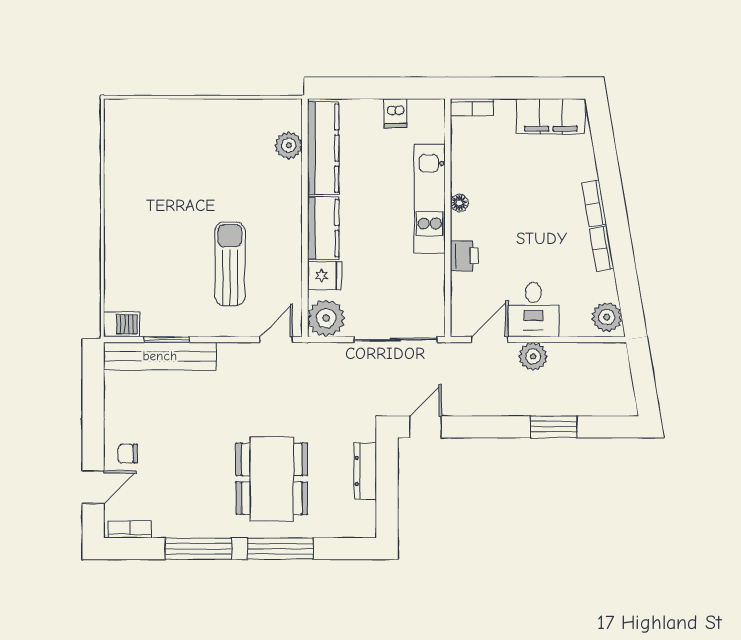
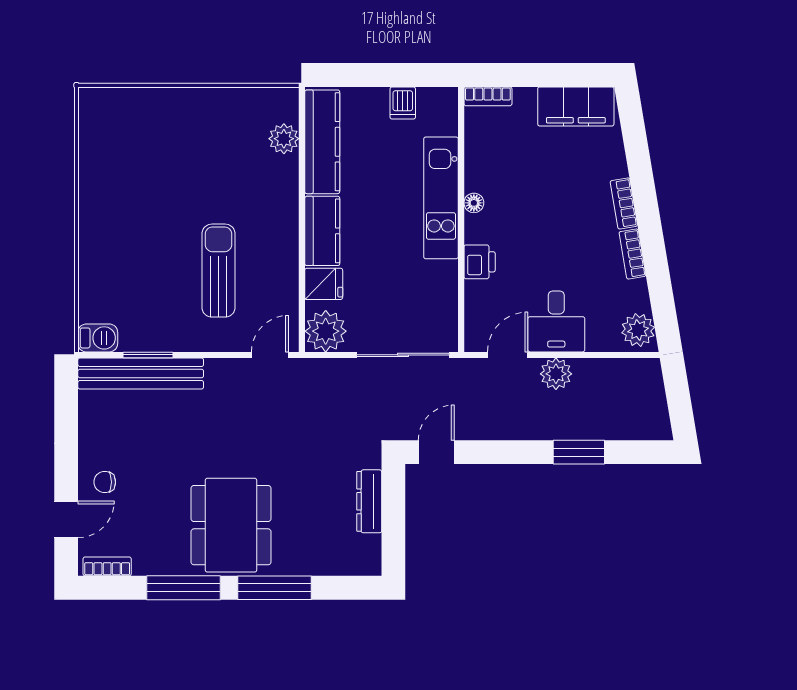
dining table: (272, 479) -> (231, 525), moved

